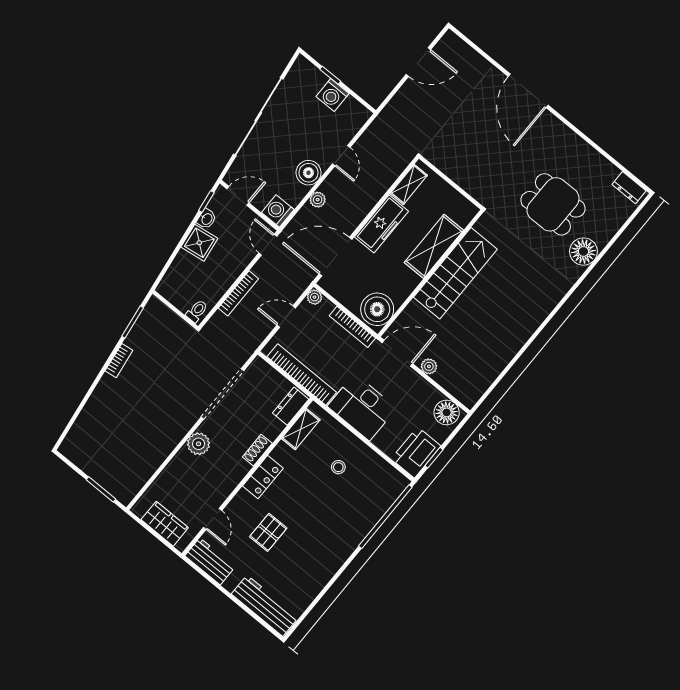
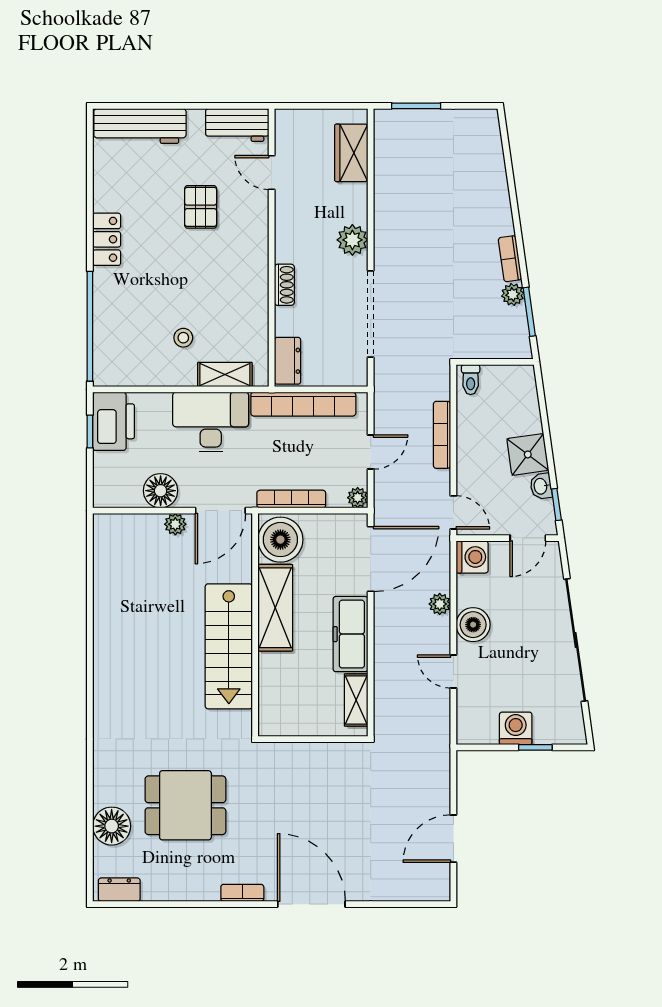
bookcase: (562, 129) -> (242, 893), added
shelving: (434, 246) -> (275, 608), moved
floor lamp: (583, 252) -> (112, 826), moved
plant: (134, 339) -> (513, 294), added
floor lamp: (447, 412) -> (161, 491), moved
shelving: (301, 429) -> (225, 375), moved, turned 90
locker: (263, 477) -> (107, 239), moved, turned 180
wardrobe: (165, 524) -> (351, 153), moved, turned 90

